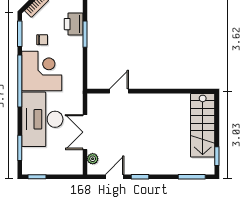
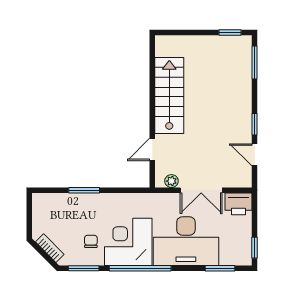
printer: (74, 24) -> (238, 204), moved
door: (119, 91) -> (152, 149), hinge flipped
stairs: (203, 125) -> (169, 95), moved, turned -90
plant: (93, 159) -> (171, 181), moved

